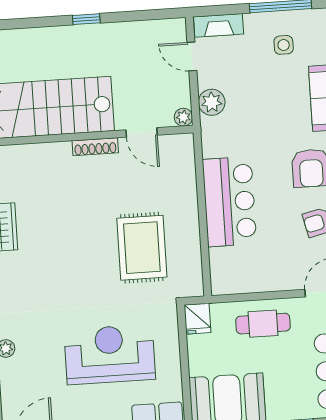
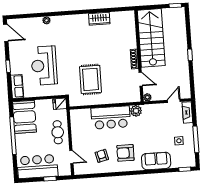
plant: (212, 102) -> (136, 111), moved
door: (142, 132) -> (141, 79), swing flipped
rug: (142, 248) -> (91, 79), turned 90
reception desk: (110, 354) -> (44, 66), turned 180

